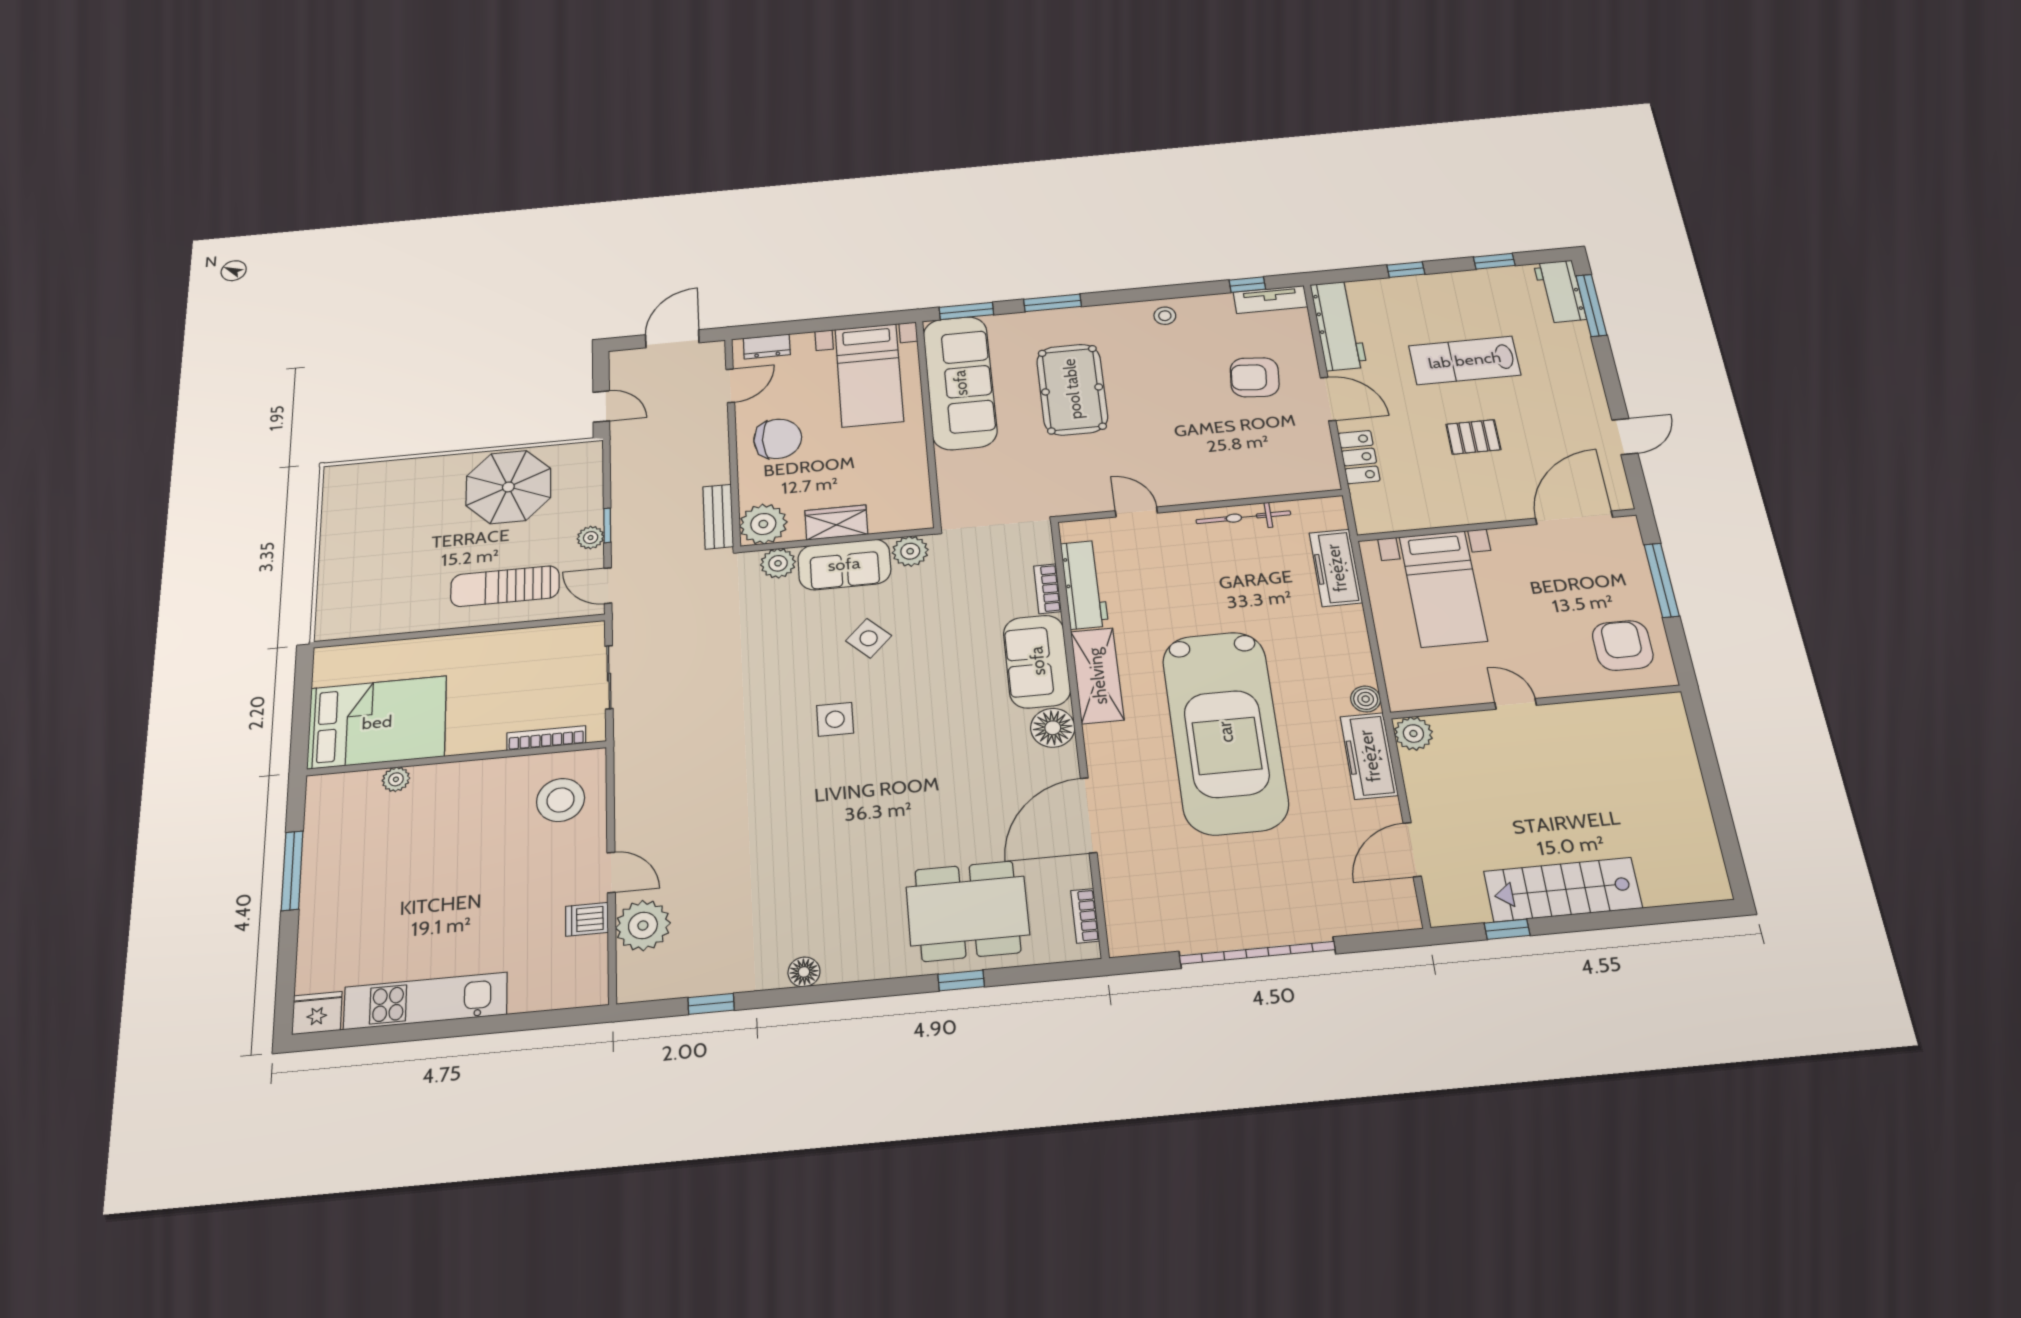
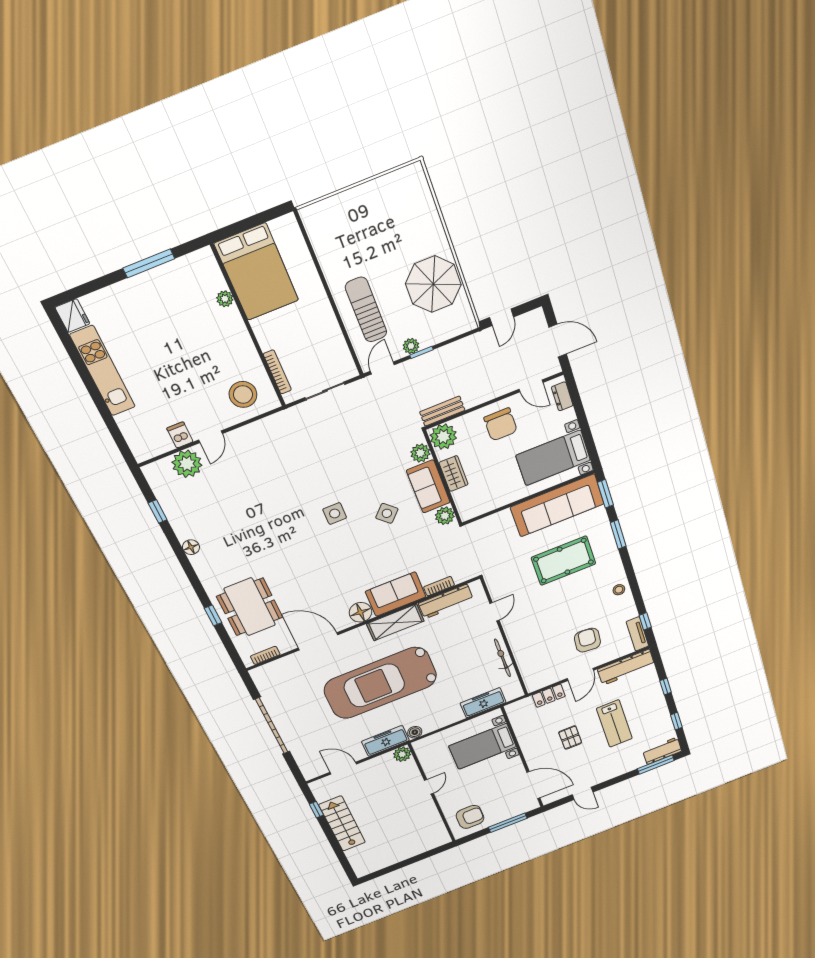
lab bench: (1465, 360) -> (614, 724), turned 180

